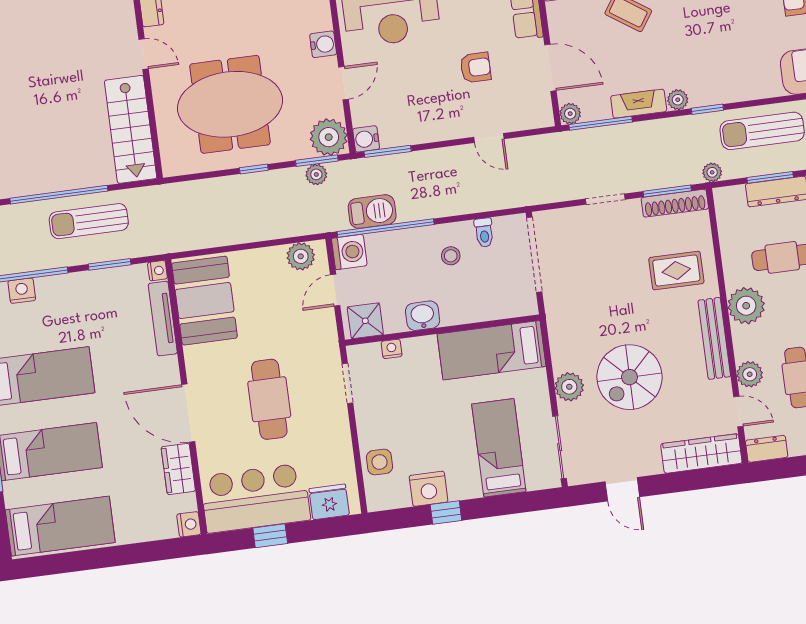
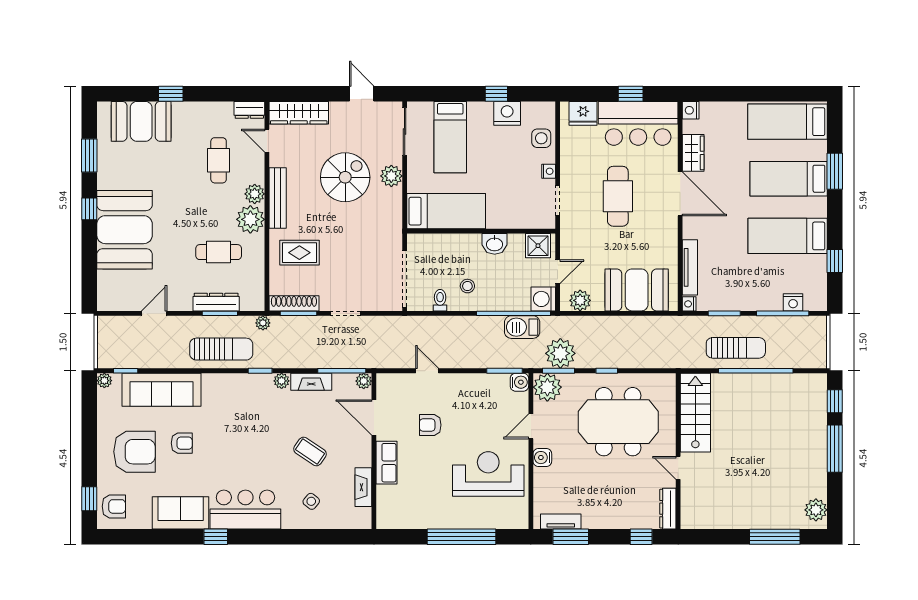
plant: (316, 174) -> (560, 353), width x1.88, depth x1.88
booth: (205, 301) -> (637, 290), moved, turned 90
nightstand: (392, 349) -> (549, 171), moved, turned -90
plant: (750, 374) -> (255, 194), moved

